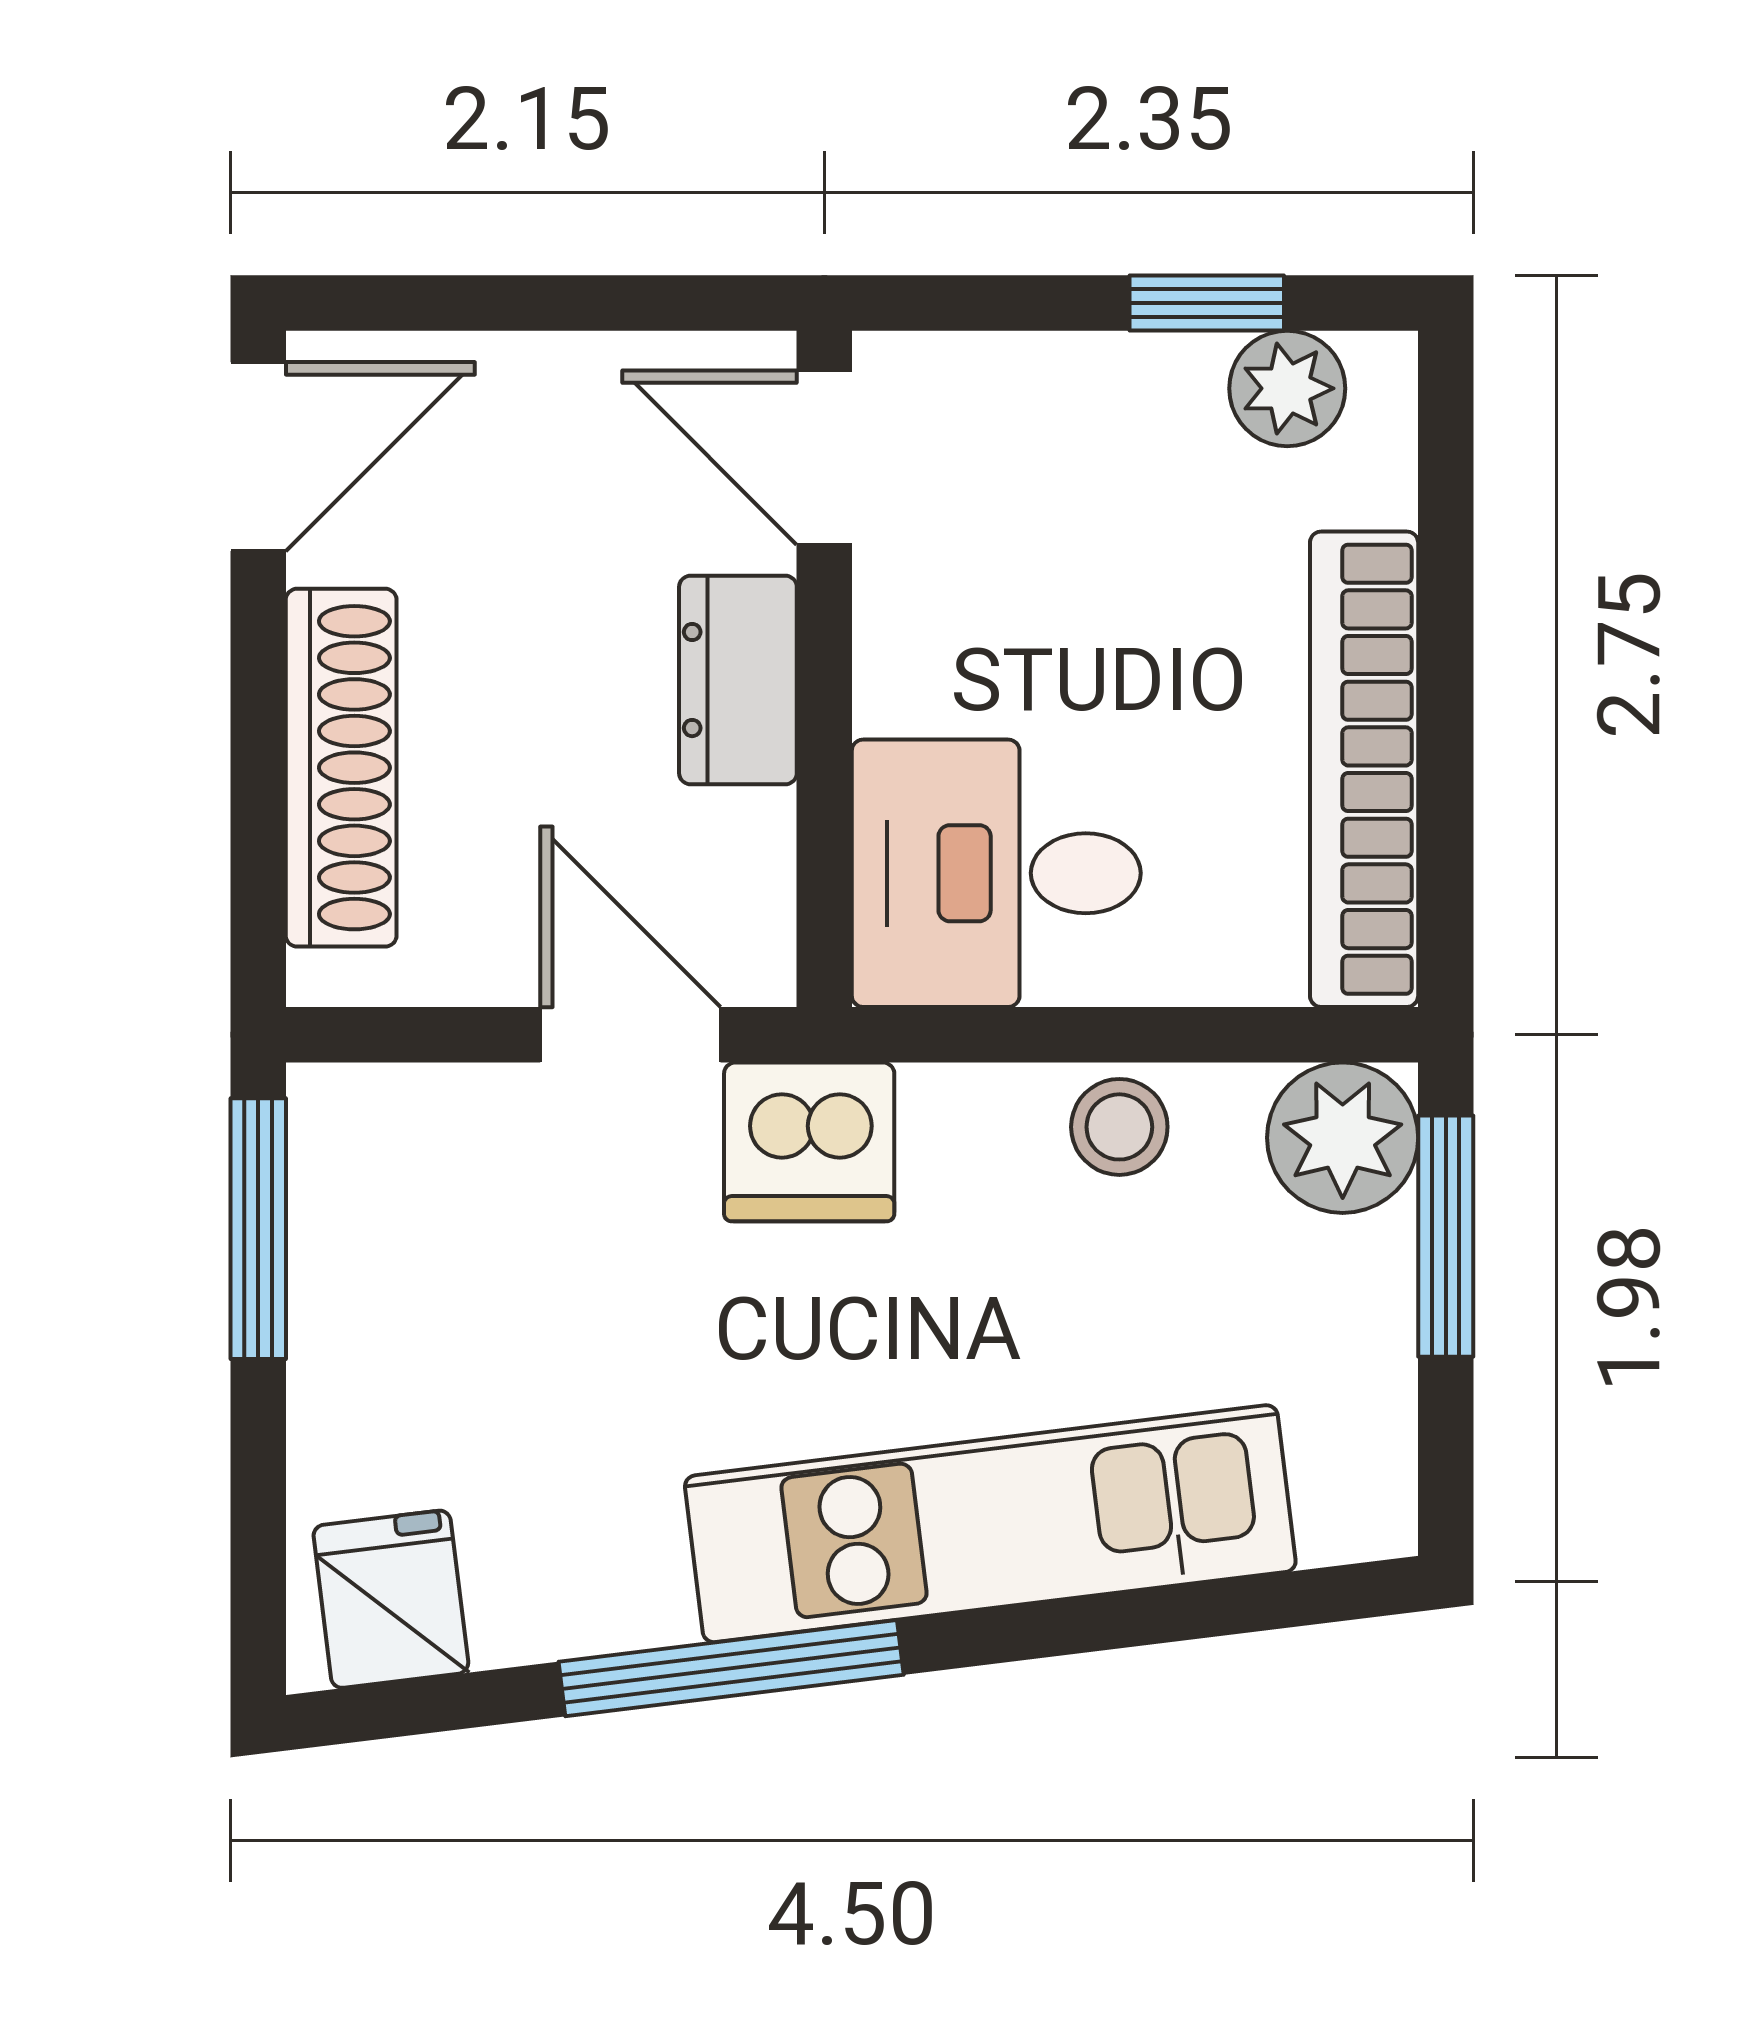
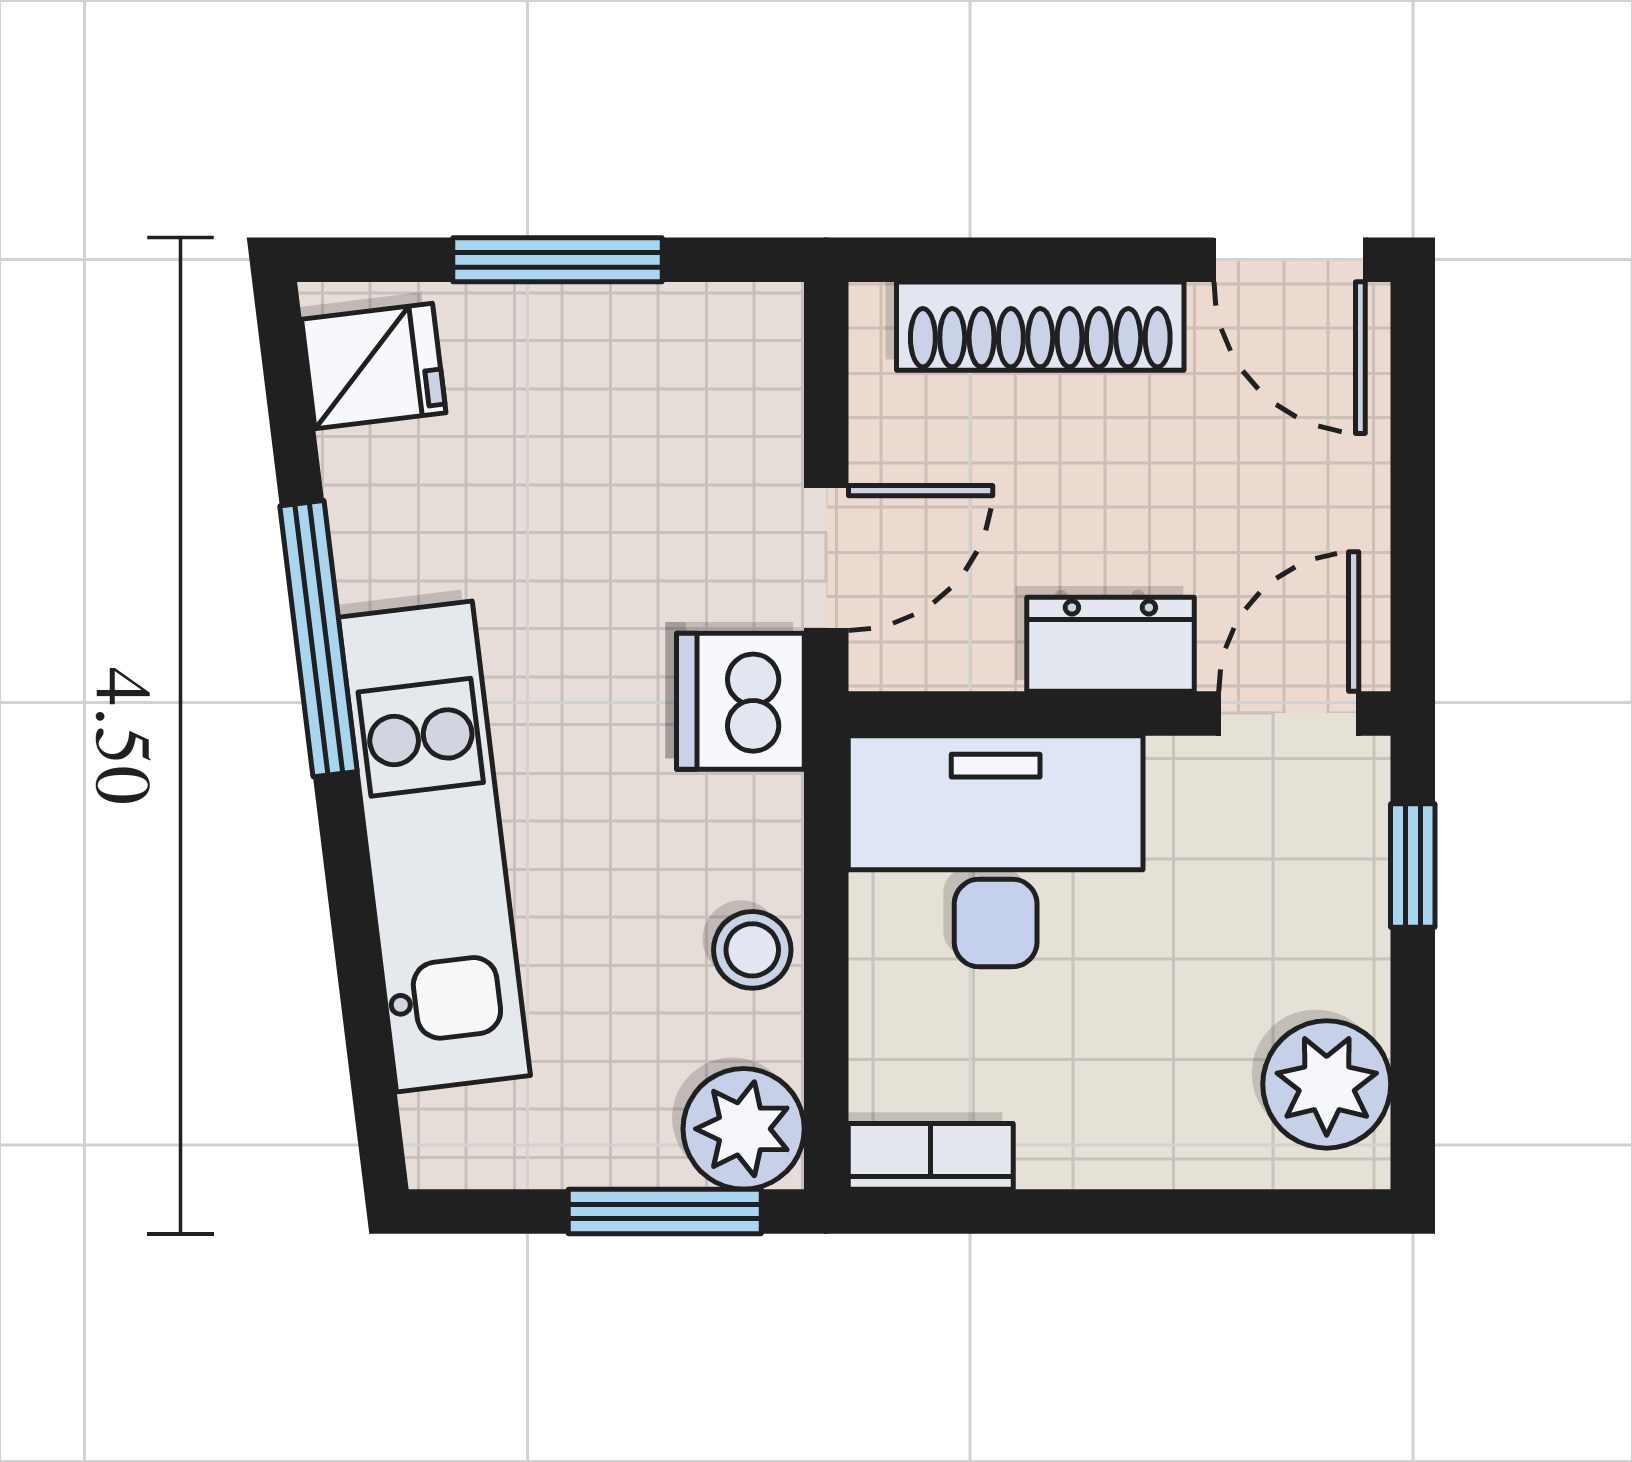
window: (1207, 303) -> (1413, 866), moved
plant: (1287, 388) -> (1327, 1084), width x1.38, depth x1.38
bookcase: (1364, 769) -> (931, 1156), width x0.43, depth x0.76
desk: (996, 873) -> (996, 851), width x1.37
window: (258, 1229) -> (558, 260), moved

